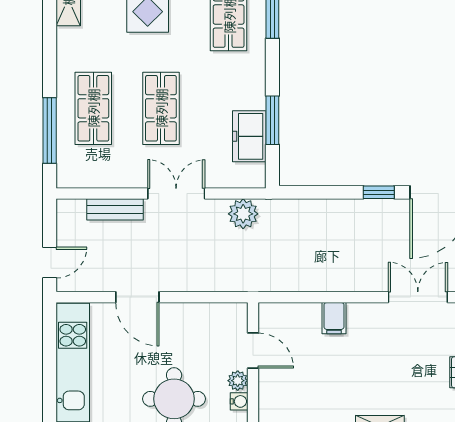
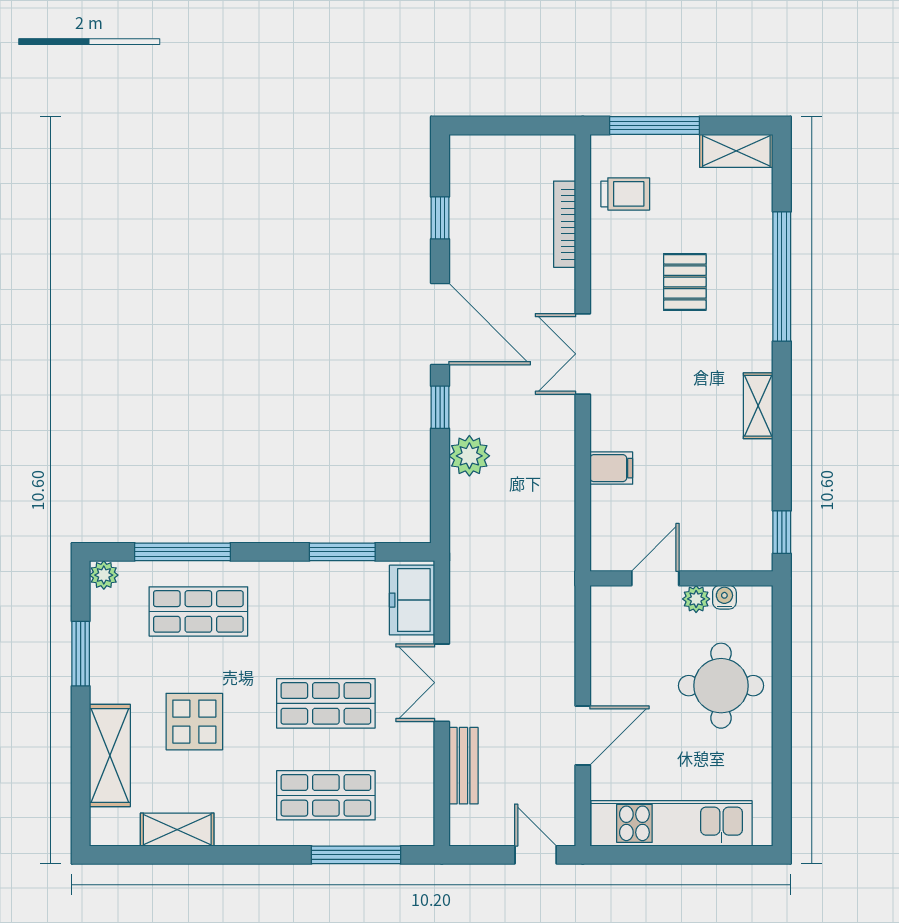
freezer: (249, 136) -> (412, 600), moved, turned 90
plant: (243, 214) -> (469, 456), moved

